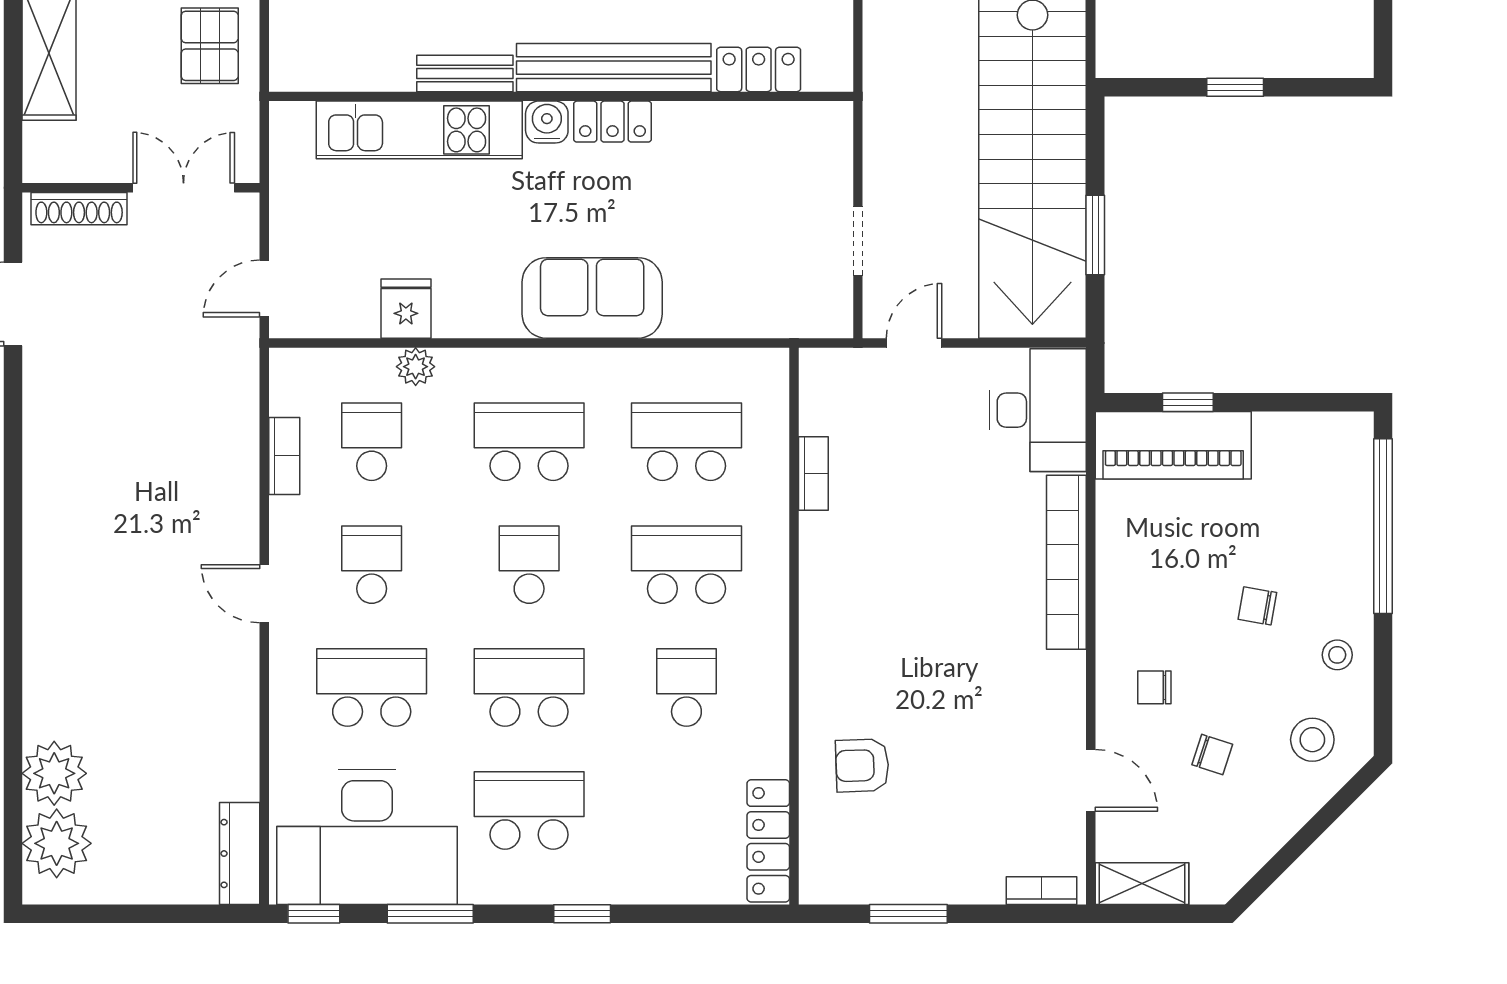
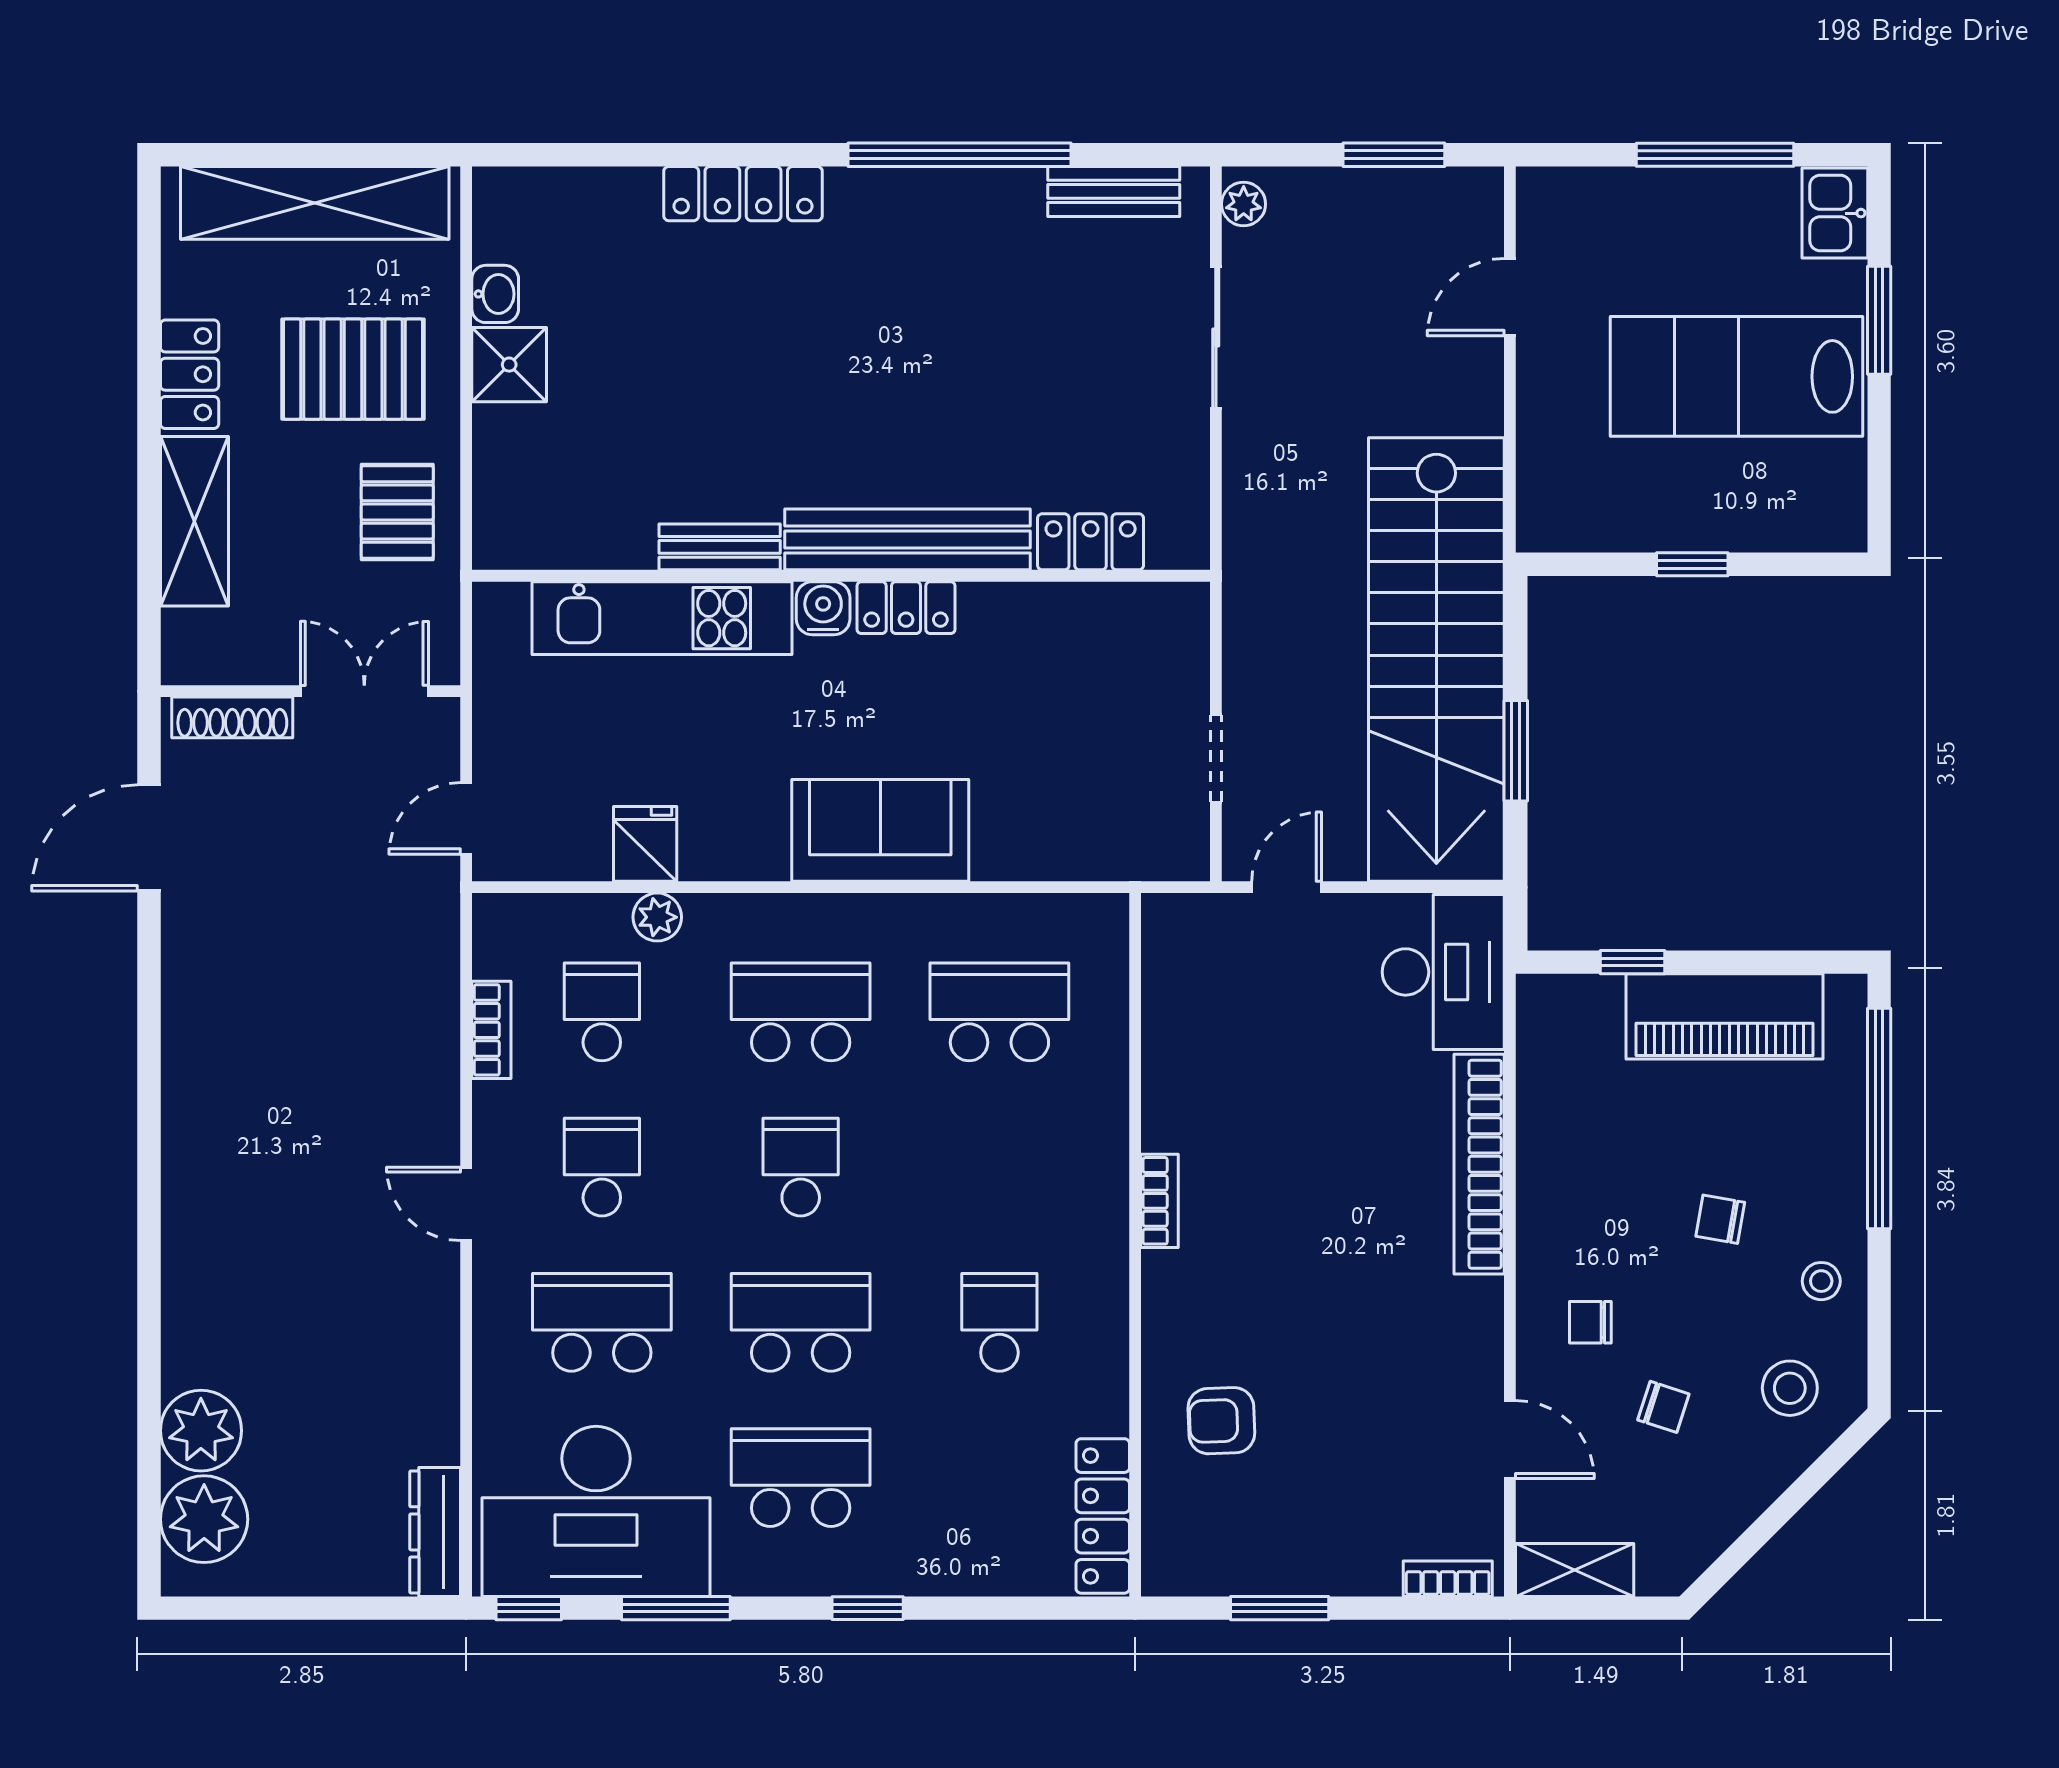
piano: (1173, 445) -> (1725, 1016), moved
bookcase: (813, 474) -> (1160, 1201), moved
school desk: (686, 565) -> (999, 1167), removed

